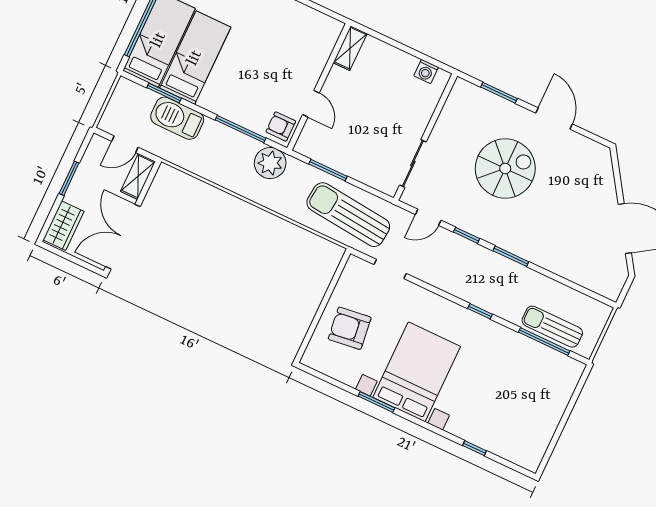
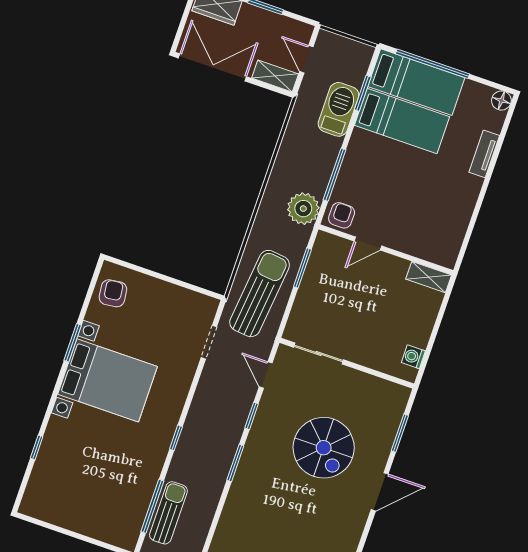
armchair: (350, 328) -> (113, 293), moved, width x0.72, depth x0.72

